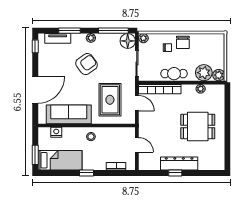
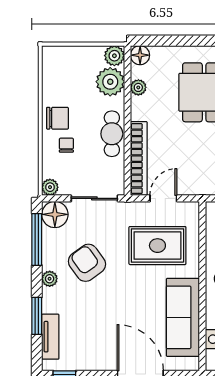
armchair: (86, 64) -> (87, 263), moved
floor lamp: (219, 90) -> (140, 55), added

